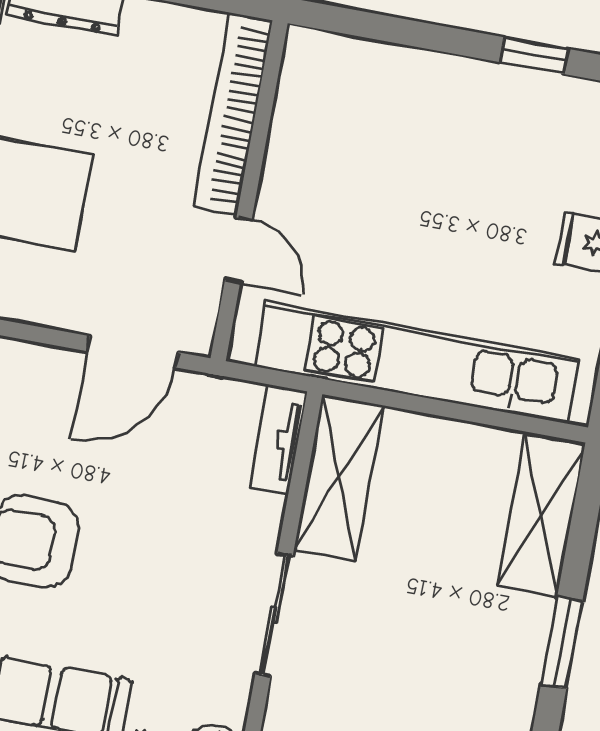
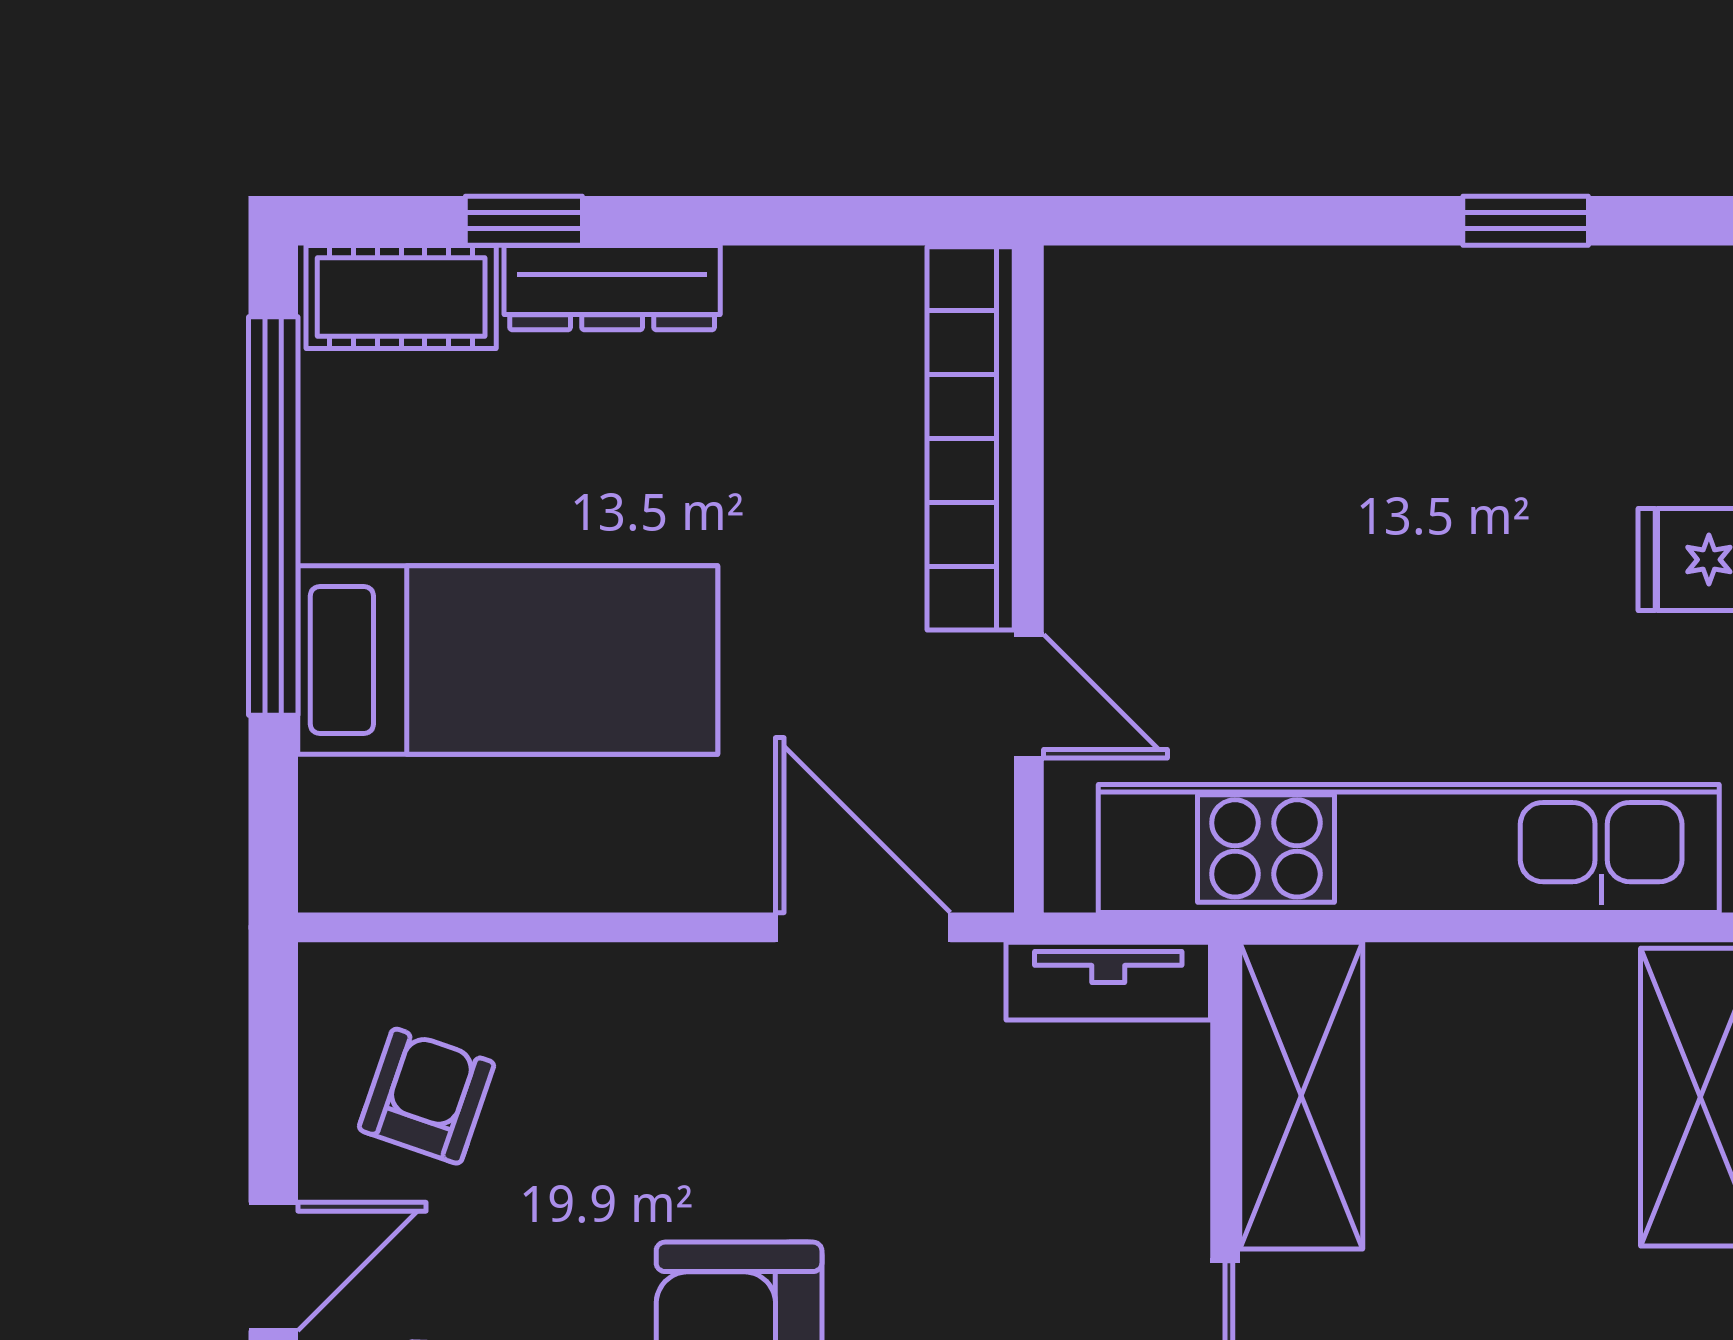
door: (133, 352) -> (863, 927), swing flipped
tv unit: (278, 440) -> (1108, 981), moved, turned -90

